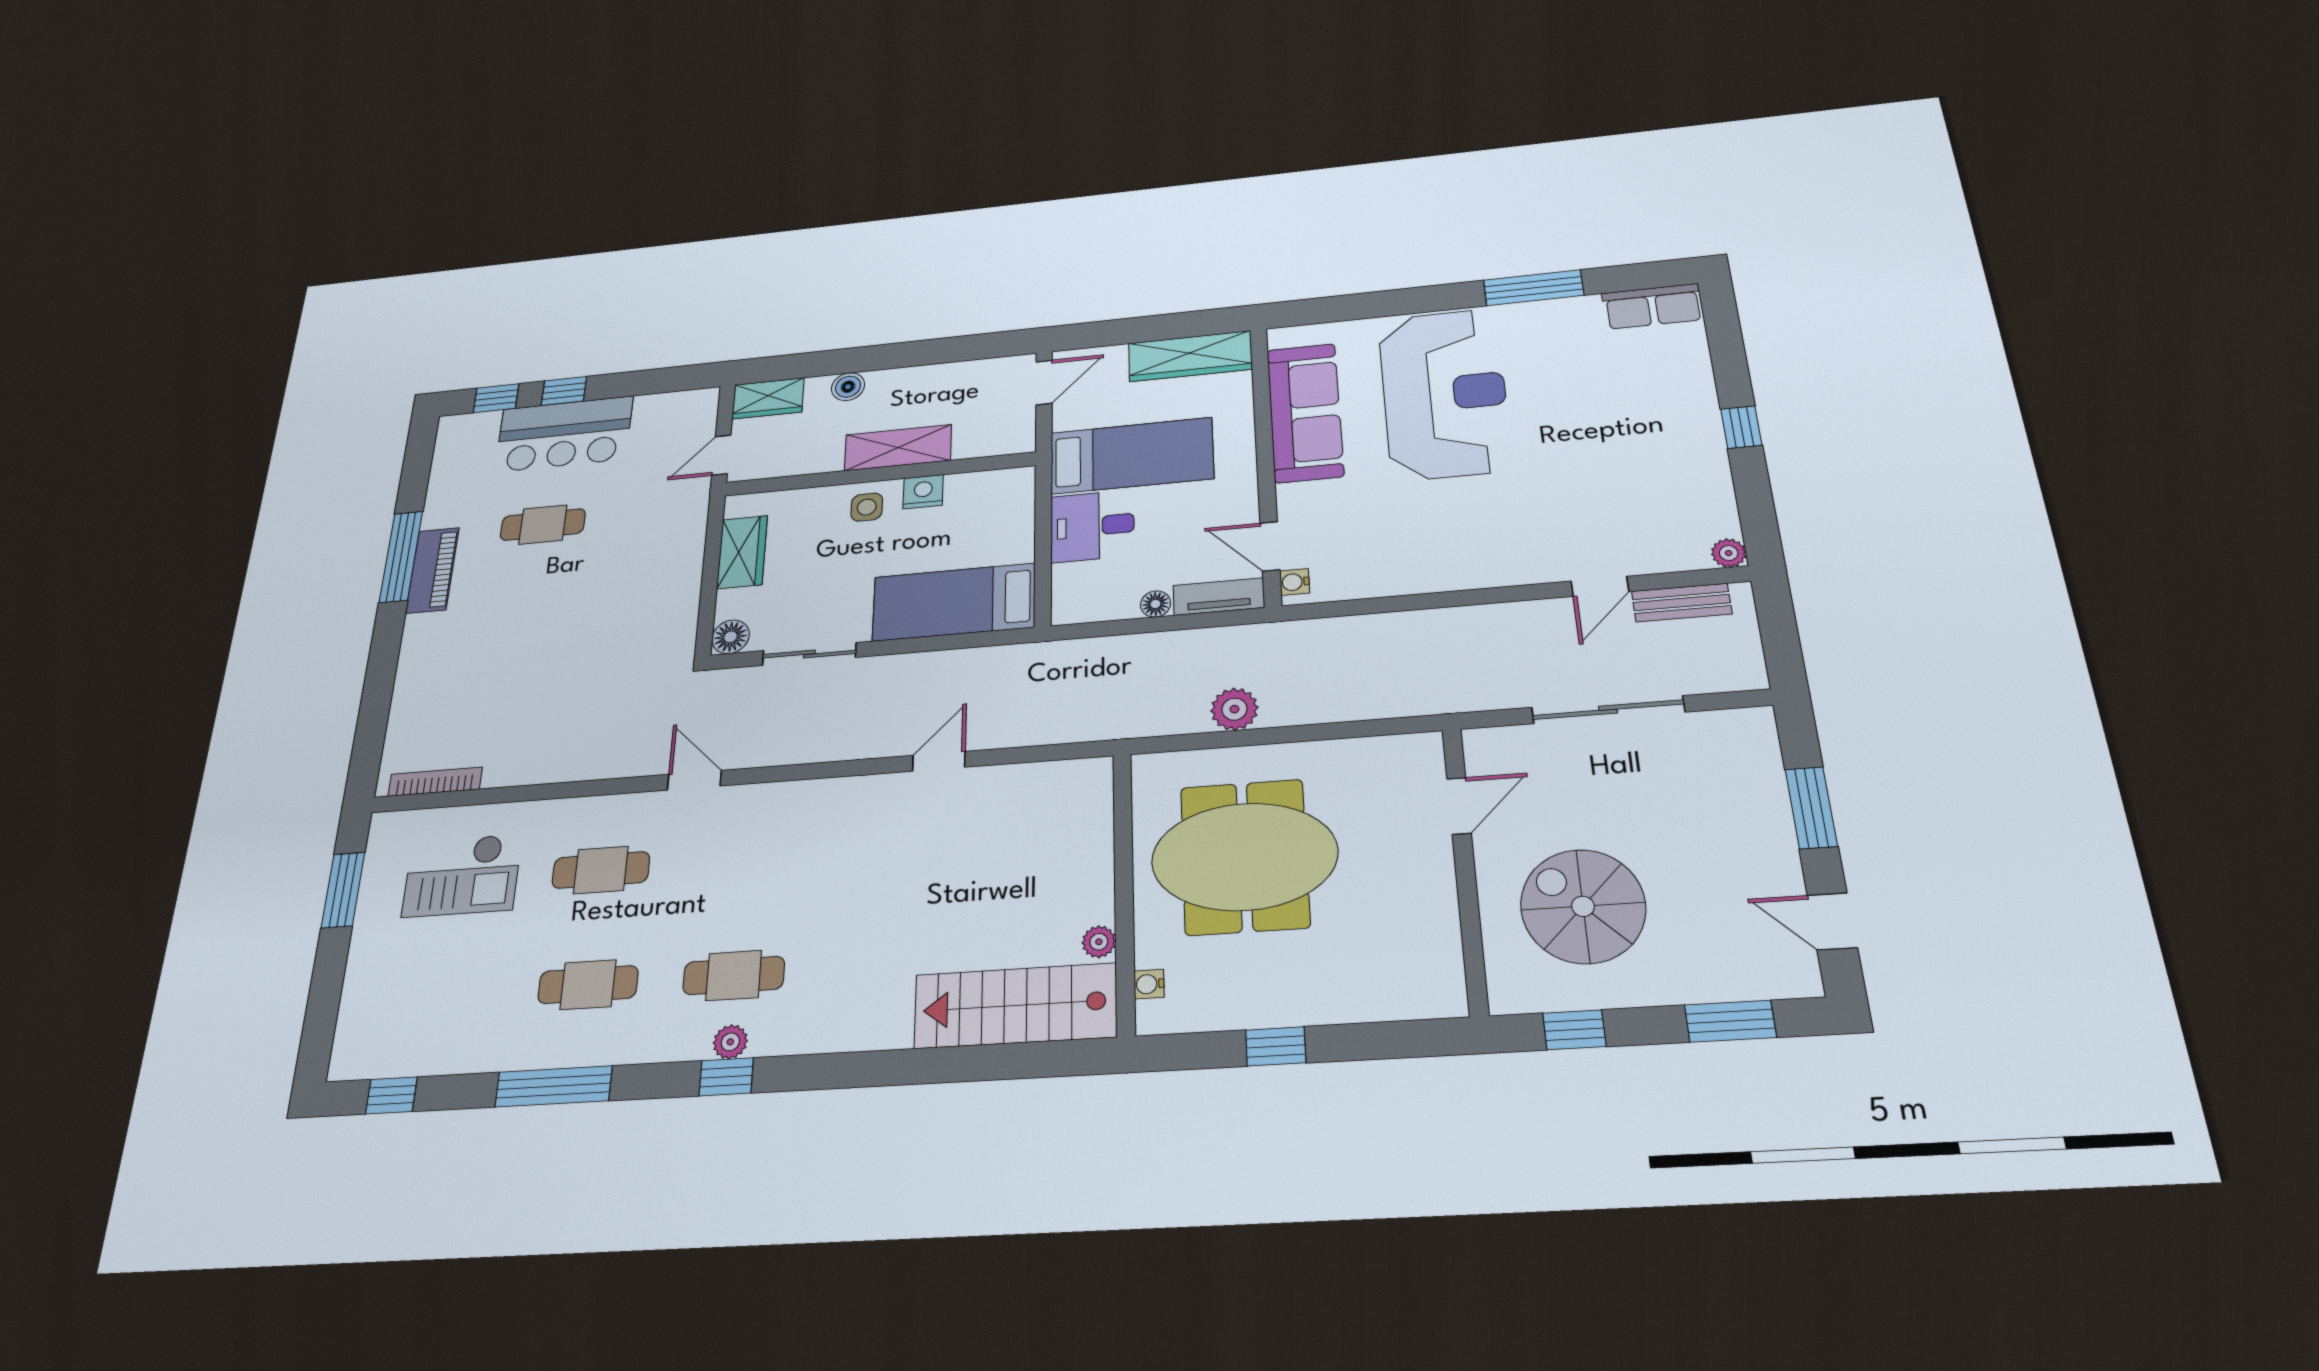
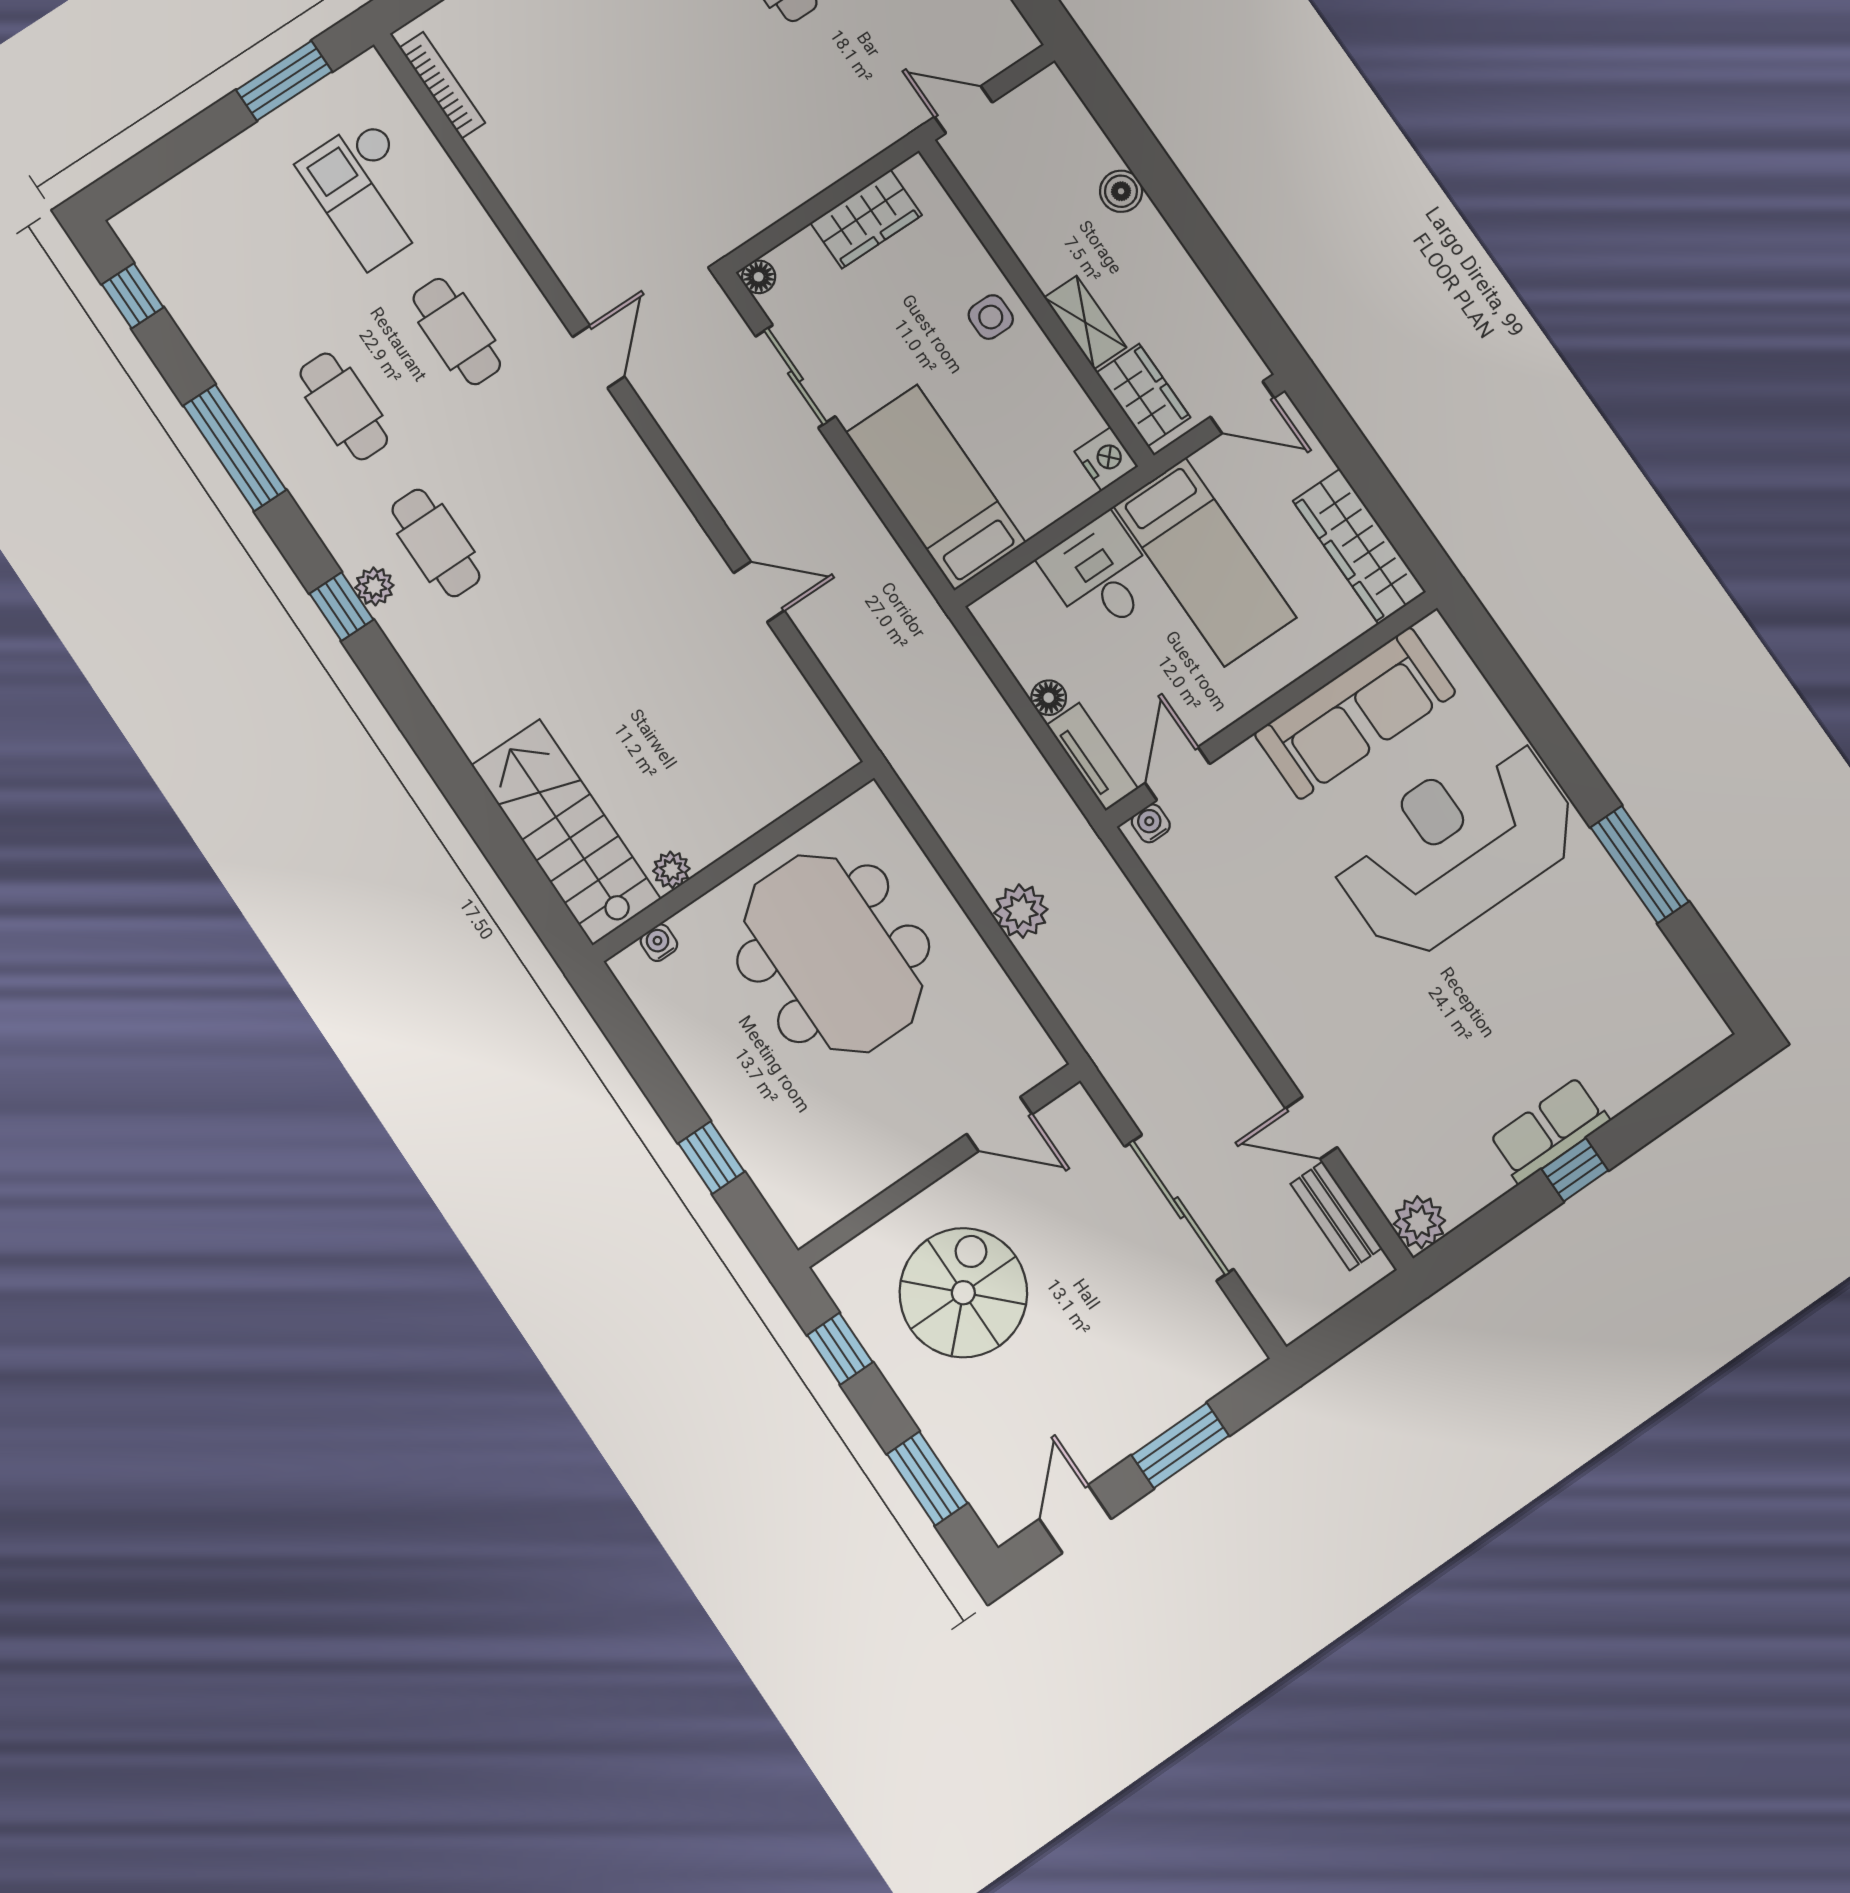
row of seats: (1652, 306) -> (1549, 1130), moved, turned 90
reception desk: (1444, 394) -> (1456, 846), turned 180
wardrobe: (768, 398) -> (1143, 395), moved, turned 180
shelving: (898, 448) -> (1085, 322), width x0.67, depth x0.75
nightstand: (923, 492) -> (1106, 459), moved
plant: (1729, 553) -> (1419, 1222), width x1.38, depth x1.38
floor lamp: (731, 637) -> (759, 277), width x0.73, depth x0.73
plant: (1234, 709) -> (1021, 911), moved
window: (1276, 1046) -> (711, 1157), moved

